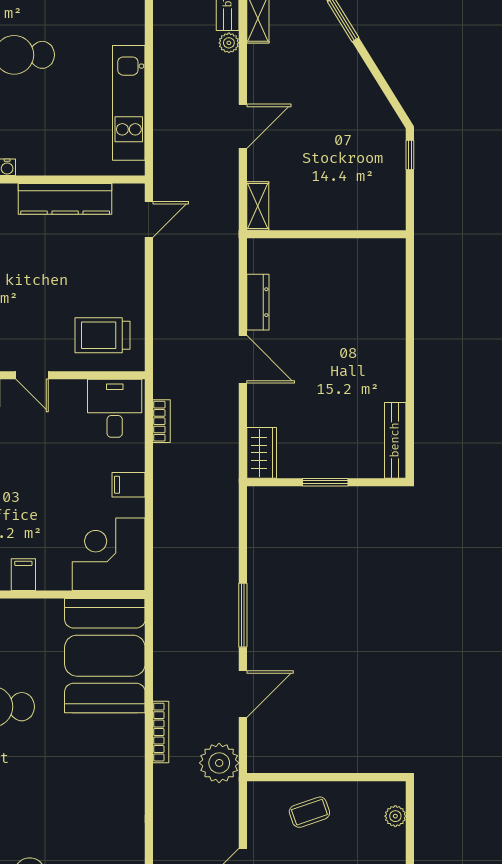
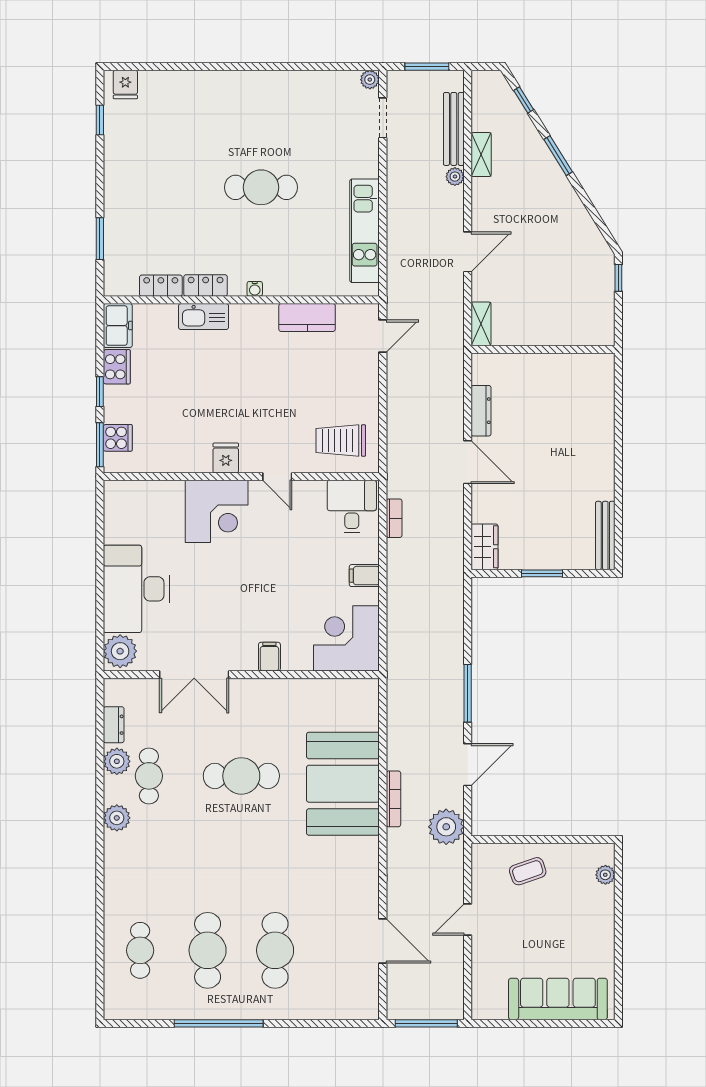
kitchen counter: (65, 199) -> (307, 317), width x0.67
booth: (105, 656) -> (343, 784), moved

